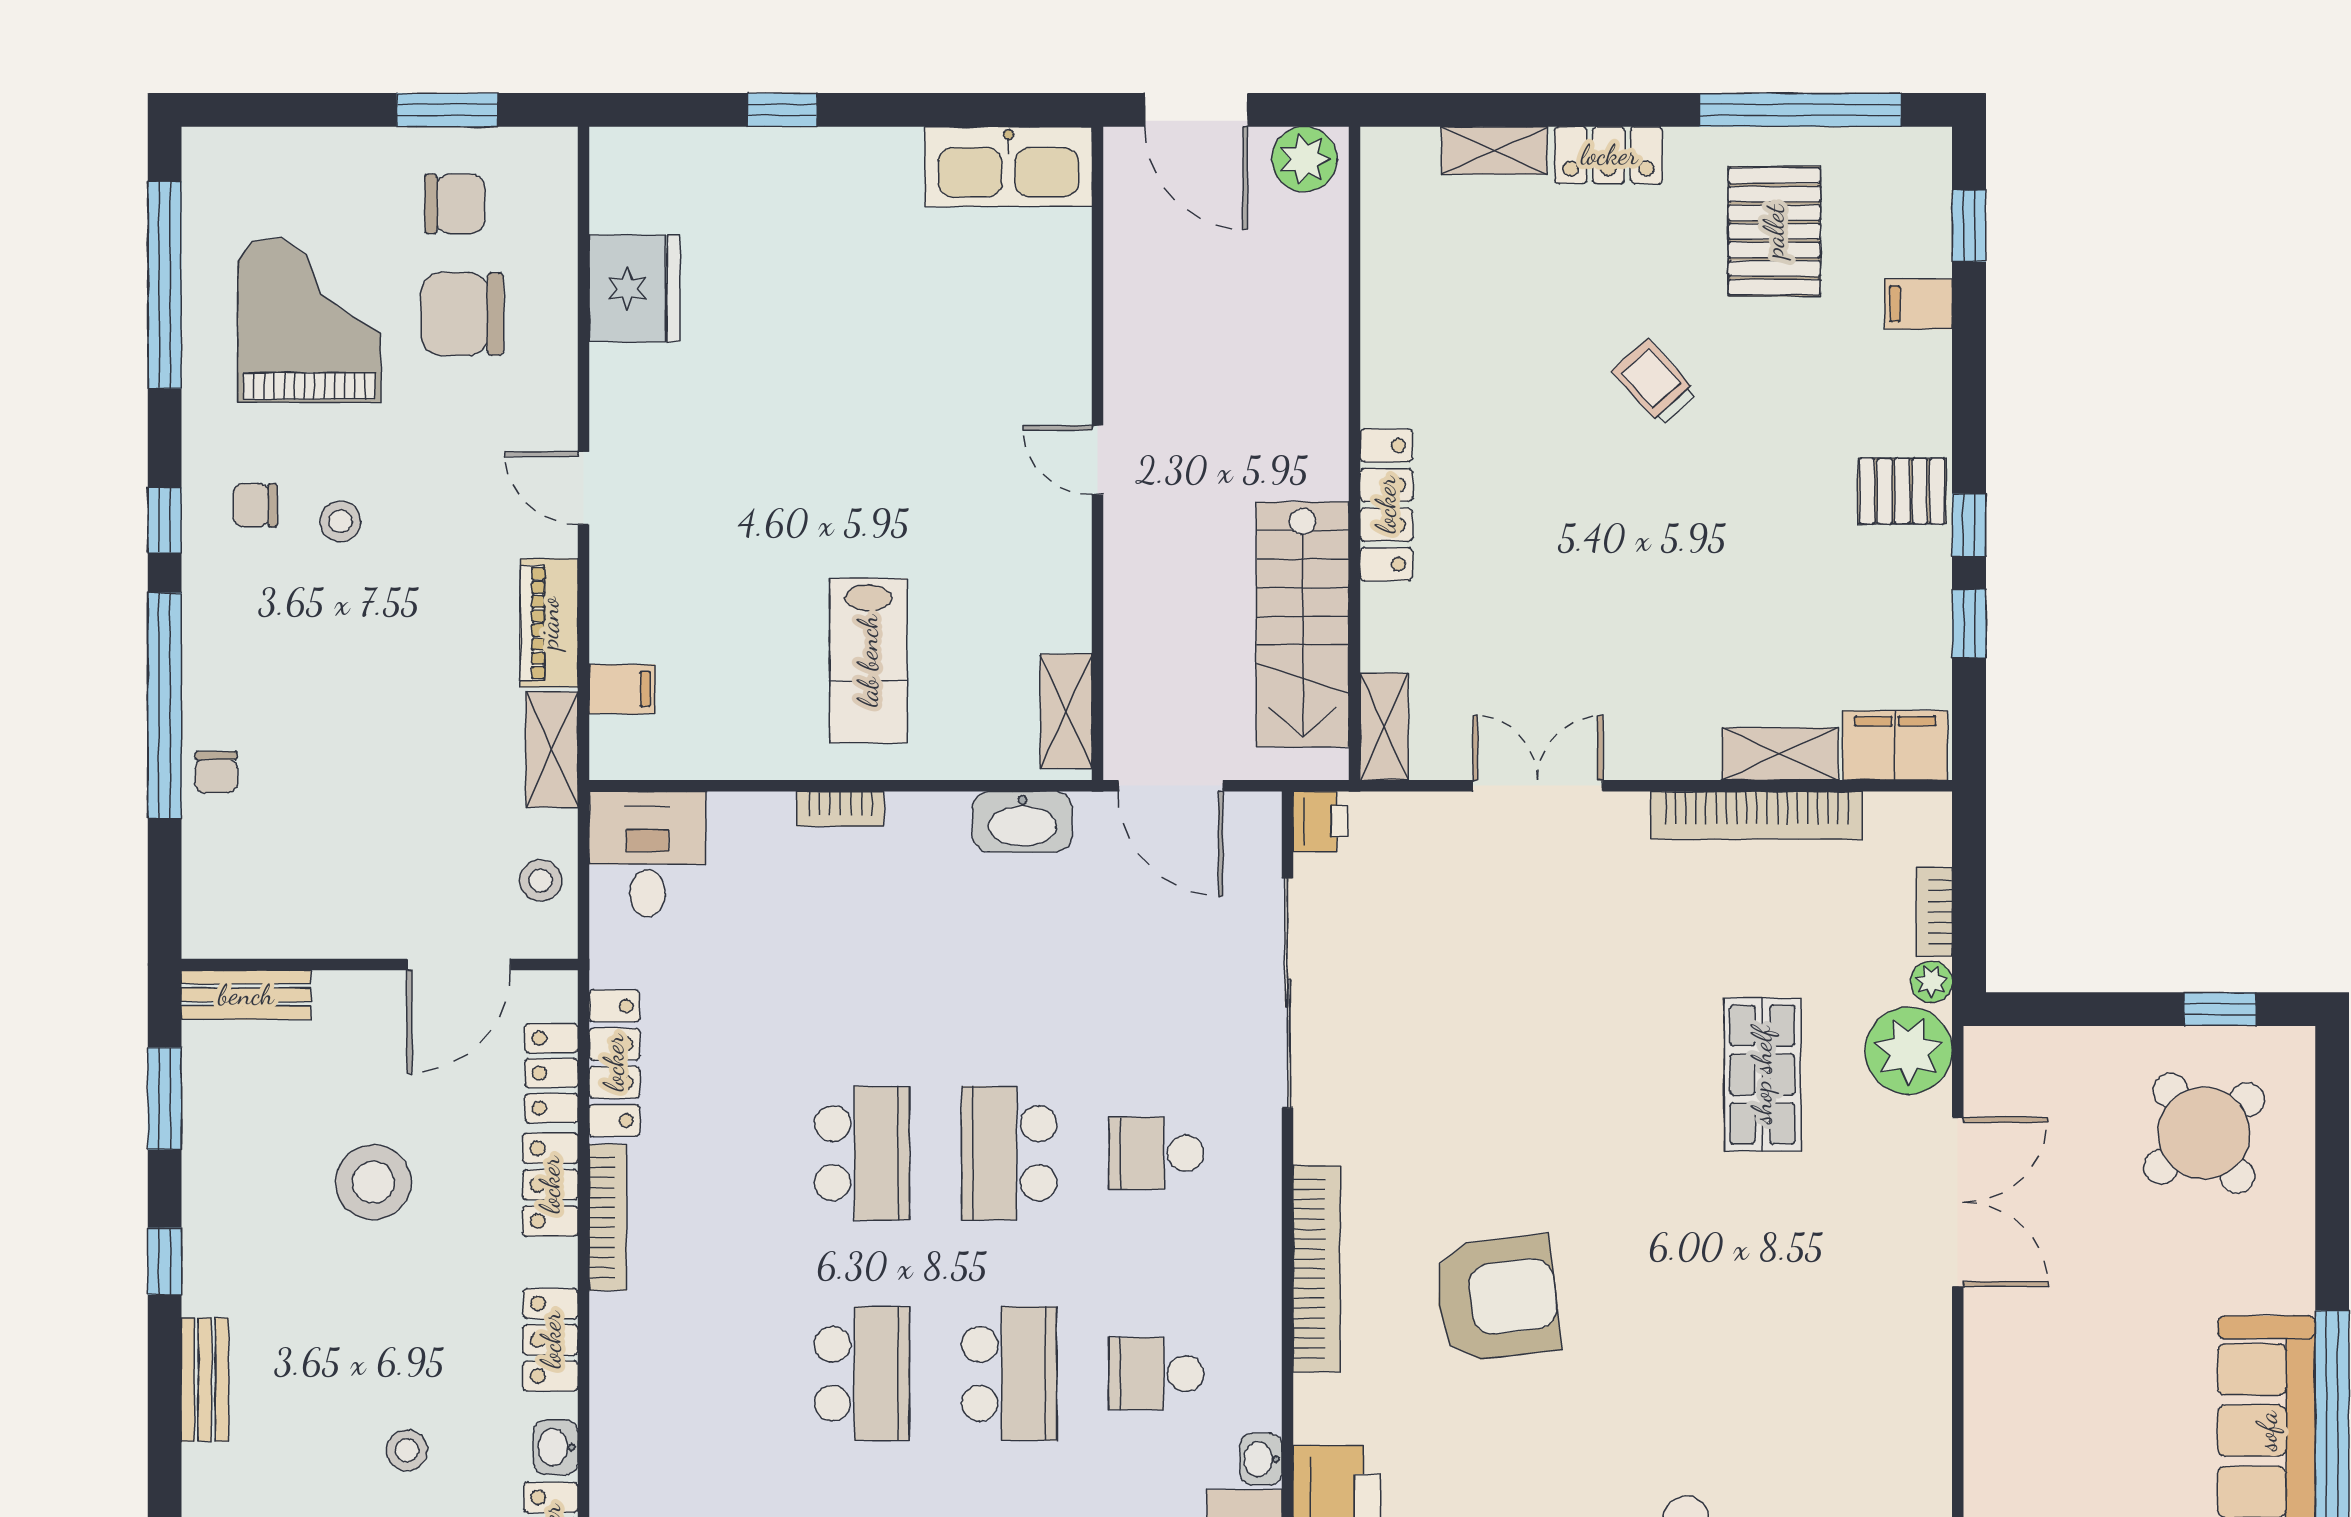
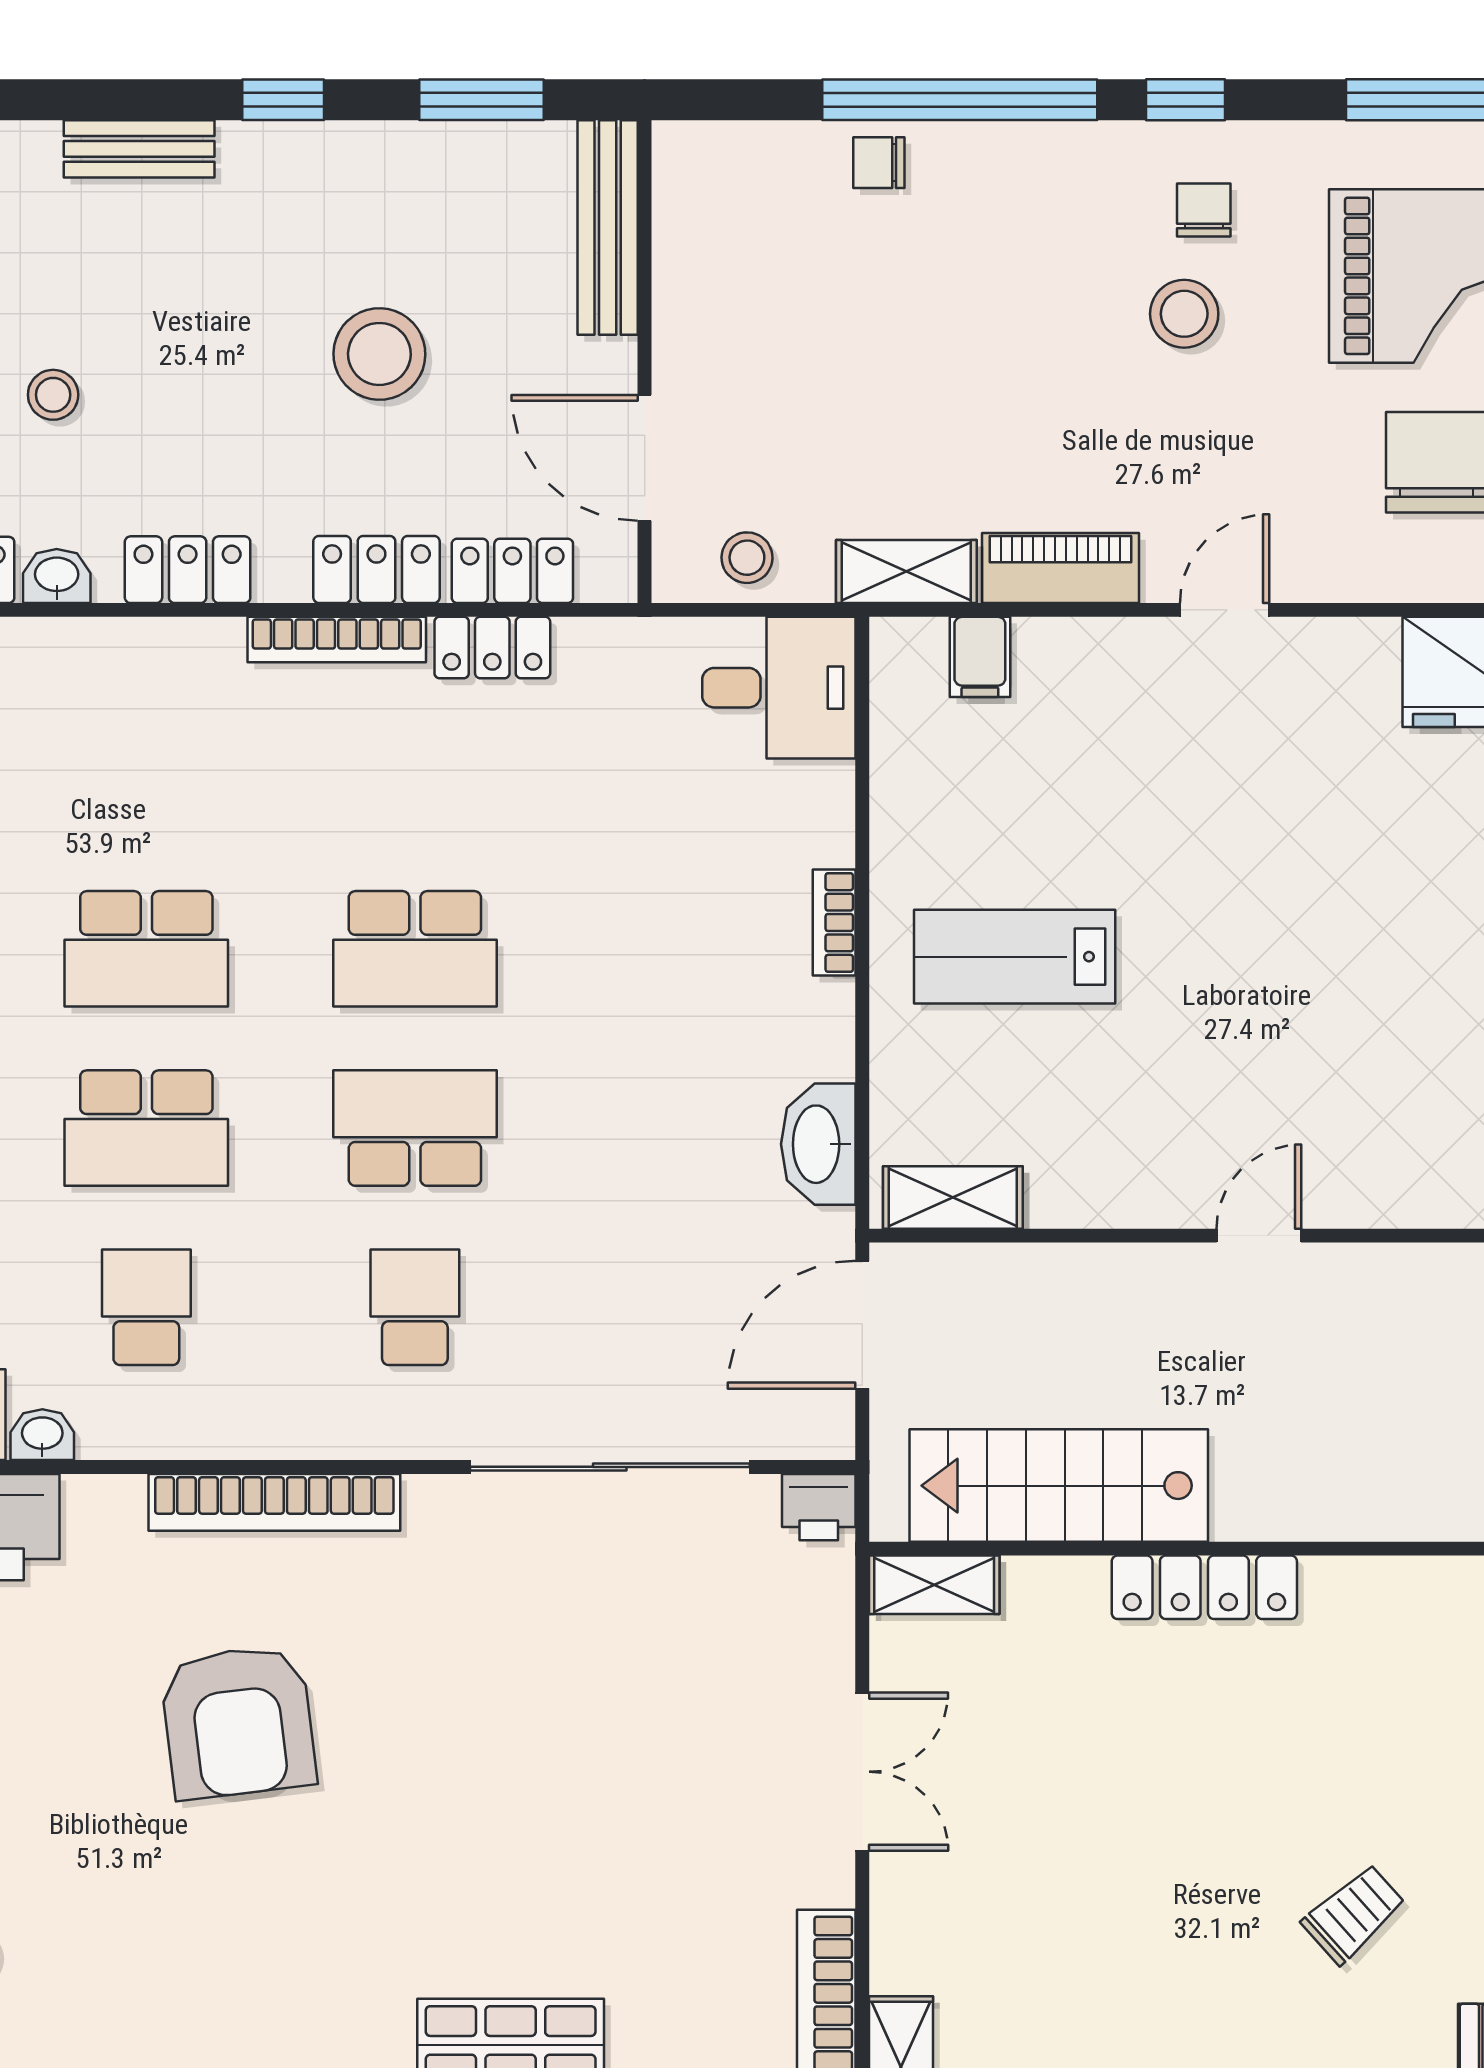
stool: (340, 521) -> (1184, 314), width x1.37, depth x1.37
bench: (246, 995) -> (608, 228), width x1.36
locker: (614, 1063) -> (492, 647), width x0.66

